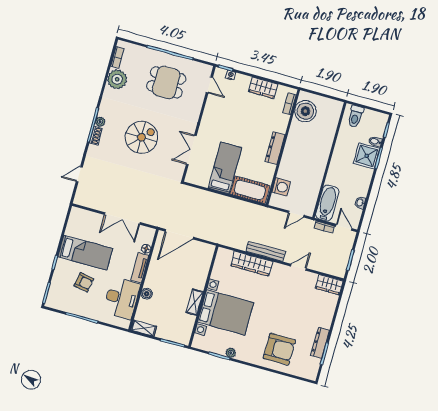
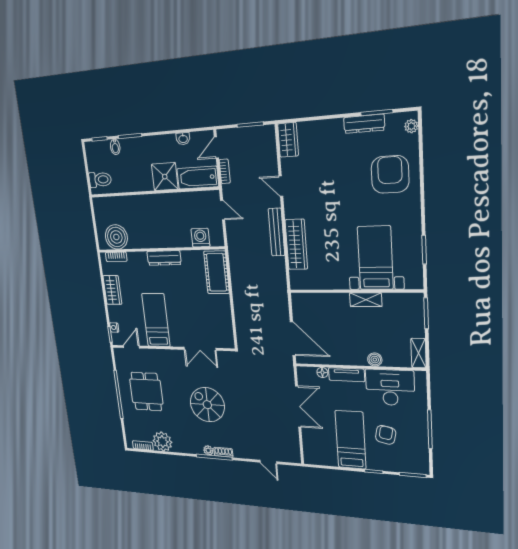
shower: (367, 156) -> (165, 177), moved
bed: (225, 168) -> (156, 320), moved, turned 90
bed with nightstands: (226, 312) -> (375, 258), width x0.73
plant: (231, 353) -> (411, 126), moved

